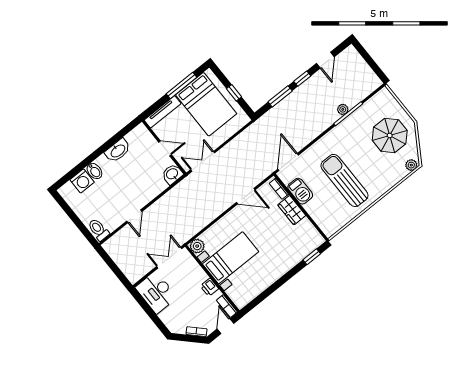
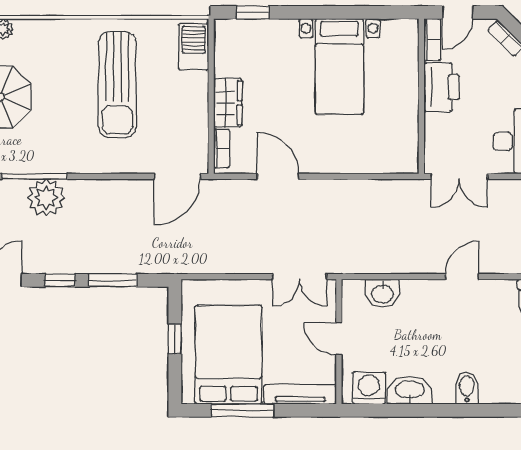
plant: (343, 109) -> (46, 198), width x1.88, depth x1.88
washbasin: (172, 174) -> (382, 293), moved
washing machine: (82, 181) -> (369, 388), moved
barbecue: (300, 191) -> (194, 47), moved
plant: (197, 246) -> (406, 161), removed
bed with nightstands: (231, 258) -> (339, 66), moved, turned -90
printer: (209, 287) -> (442, 87), width x1.87, depth x1.48

